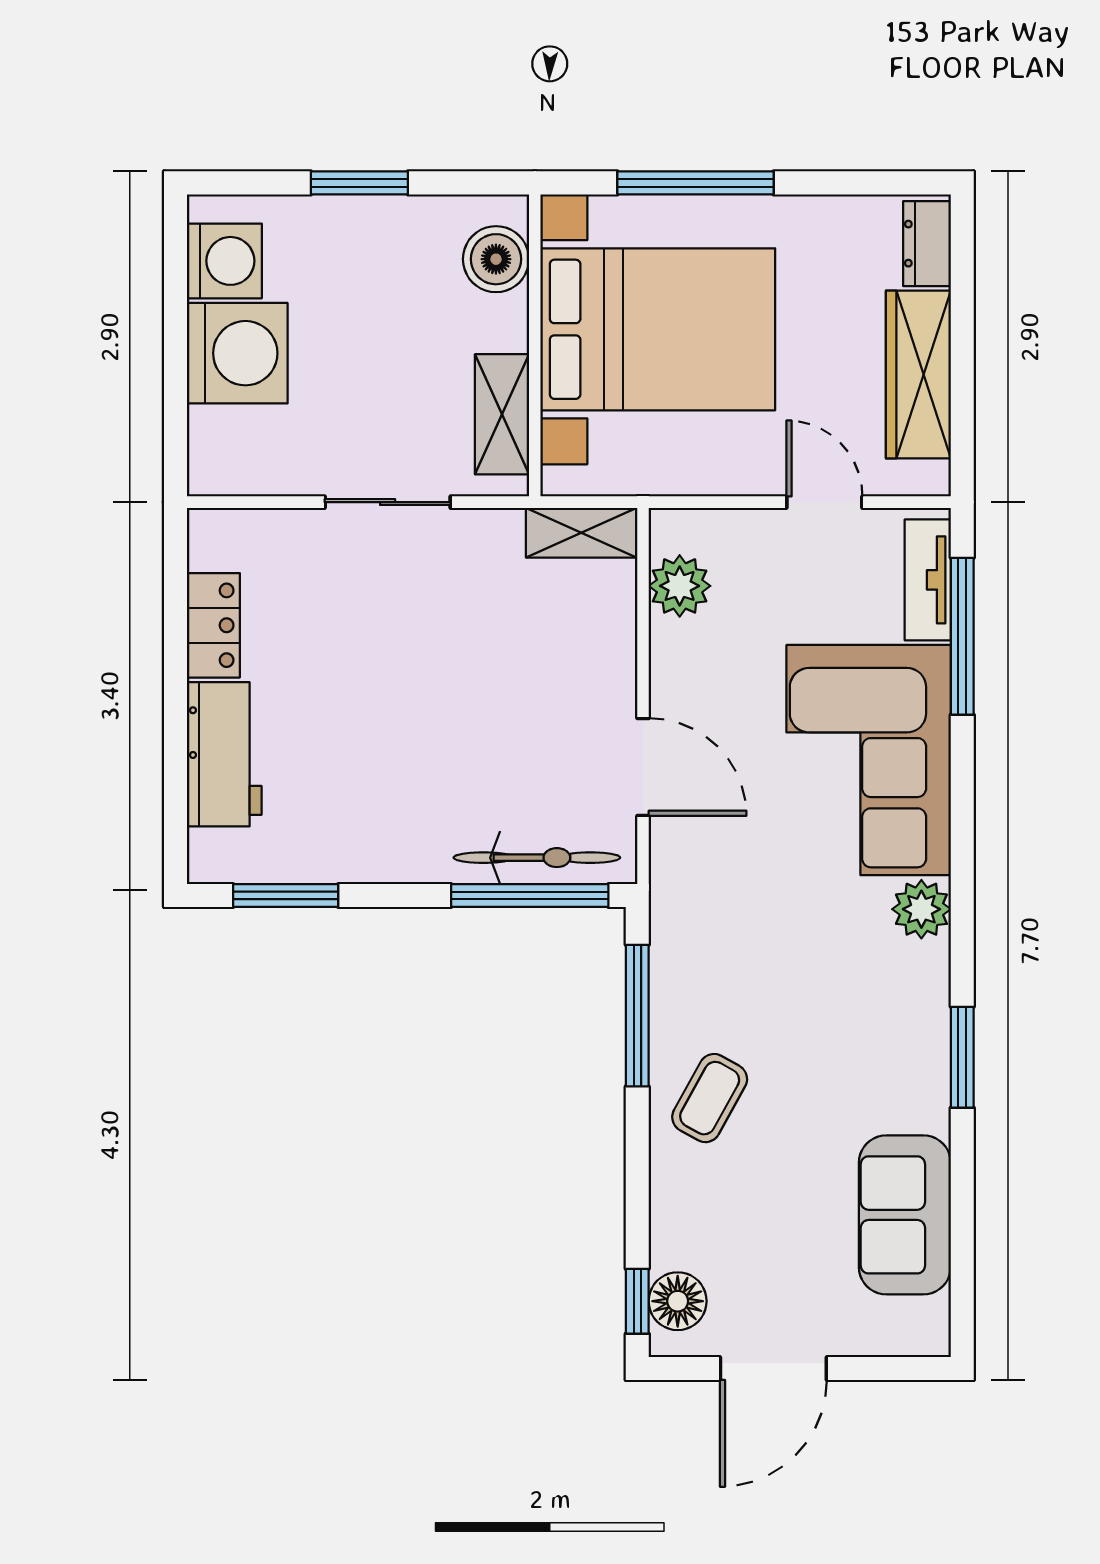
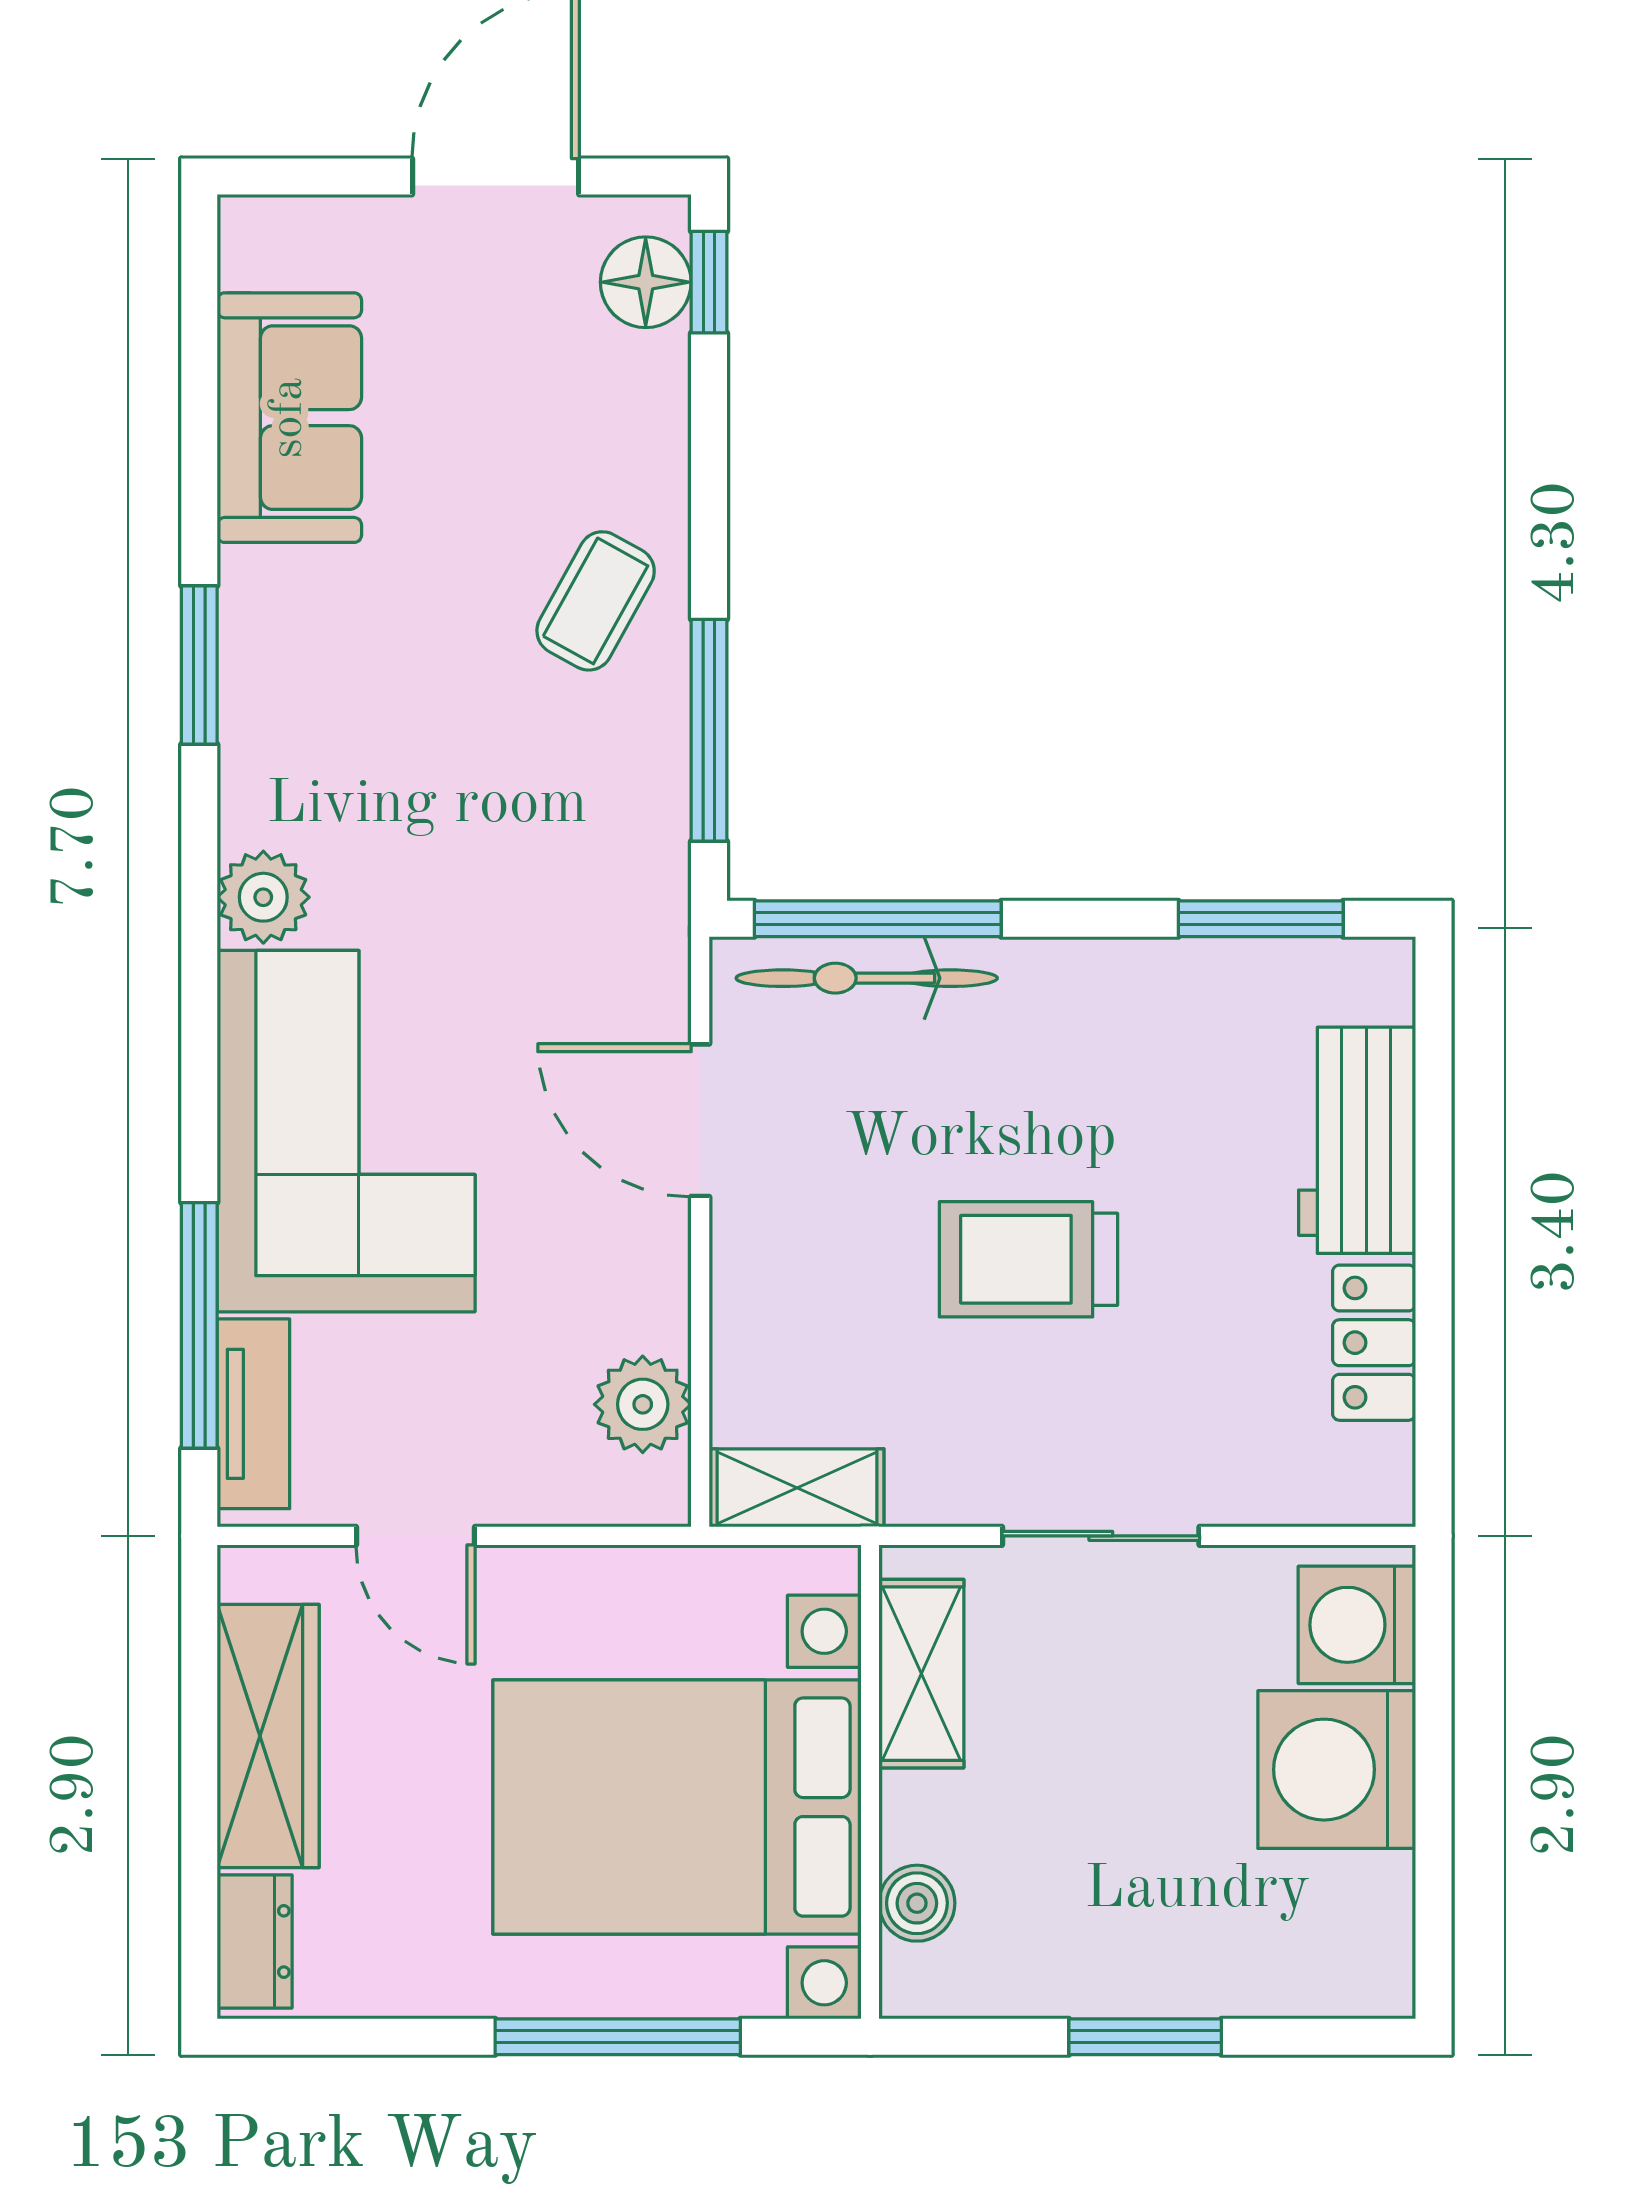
boiler: (496, 259) -> (917, 1903), width x0.73, depth x0.73
washing machine: (224, 261) -> (1357, 1625), moved
trolley: (434, 678) -> (1028, 1259), added

